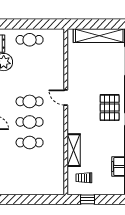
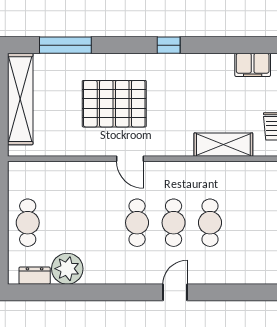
door: (66, 97) -> (130, 159), hinge flipped
pallet: (110, 108) -> (114, 104), moved, width x1.37, depth x1.41

